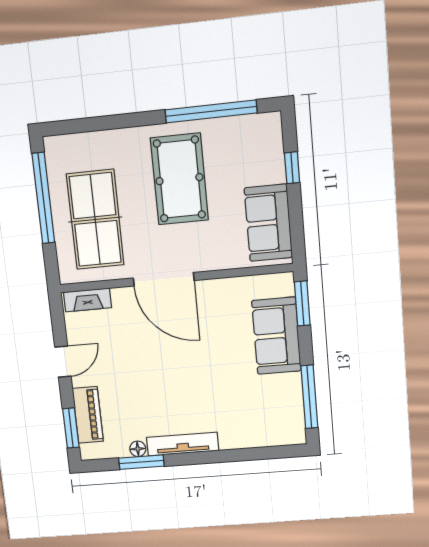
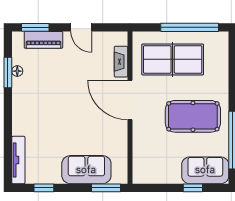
sofa: (268, 223) -> (205, 170), moved
door: (164, 279) -> (130, 100), hinge flipped
fireplace: (87, 300) -> (121, 62), moved
window: (309, 397) -> (44, 188), width x0.46
tv unit: (183, 444) -> (18, 160), moved

